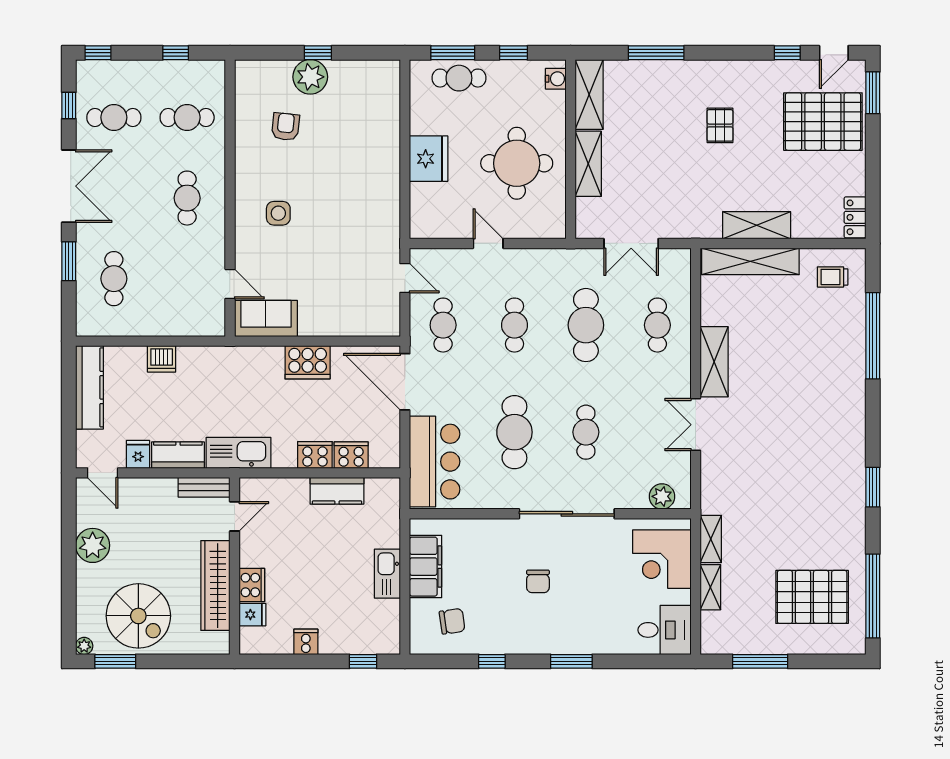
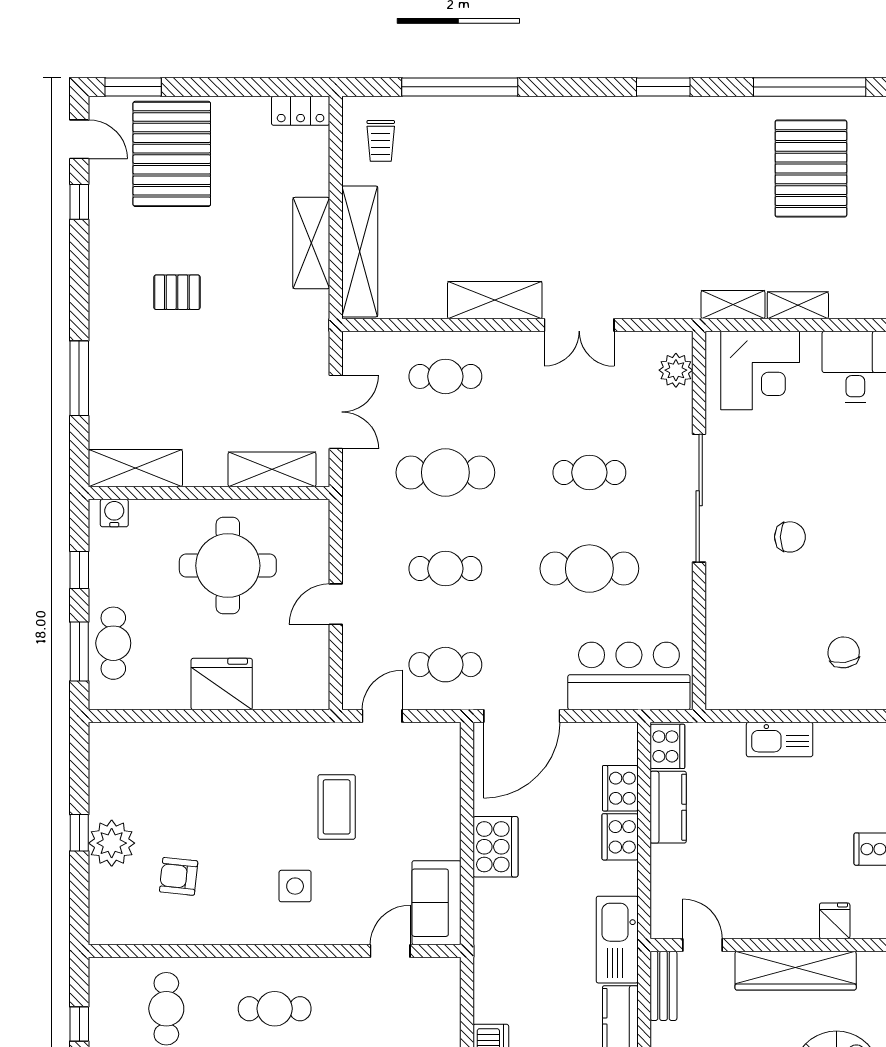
shelving: (588, 164) -> (272, 469), moved
coffee table: (337, 244) -> (337, 807), added
filing cabinet: (426, 567) -> (770, 688), removed
cooker: (252, 585) -> (667, 746), moved, turned 90

